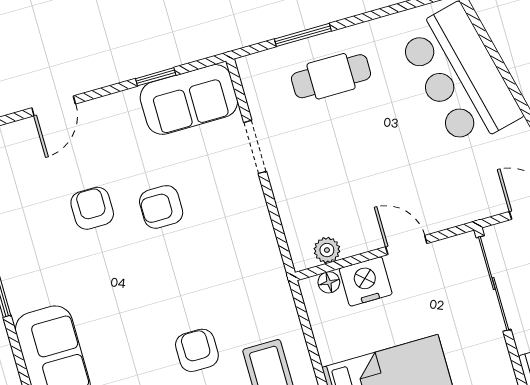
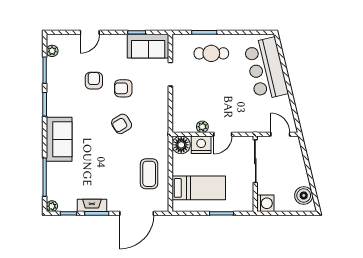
door: (406, 245) -> (223, 134), swing flipped
plant: (327, 250) -> (202, 127), moved
floor lamp: (329, 282) -> (181, 145), width x1.89, depth x1.89
armchair: (197, 350) -> (122, 124), moved, turned -122

